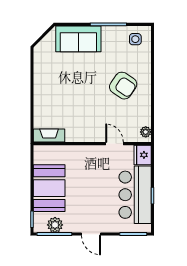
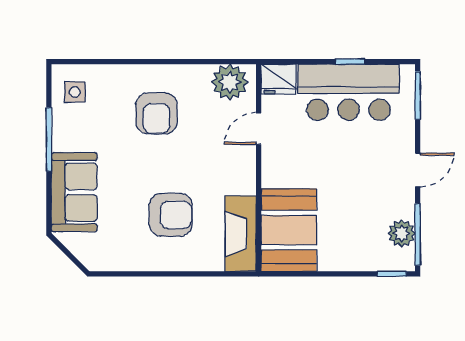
armchair: (123, 86) -> (156, 113), turned 146
armchair: (66, 94) -> (171, 215), added
plant: (146, 132) -> (230, 82), width x1.88, depth x1.88
fireplace: (49, 135) -> (241, 234), width x1.37, depth x1.32
booth: (49, 188) -> (289, 230), moved, turned 90

